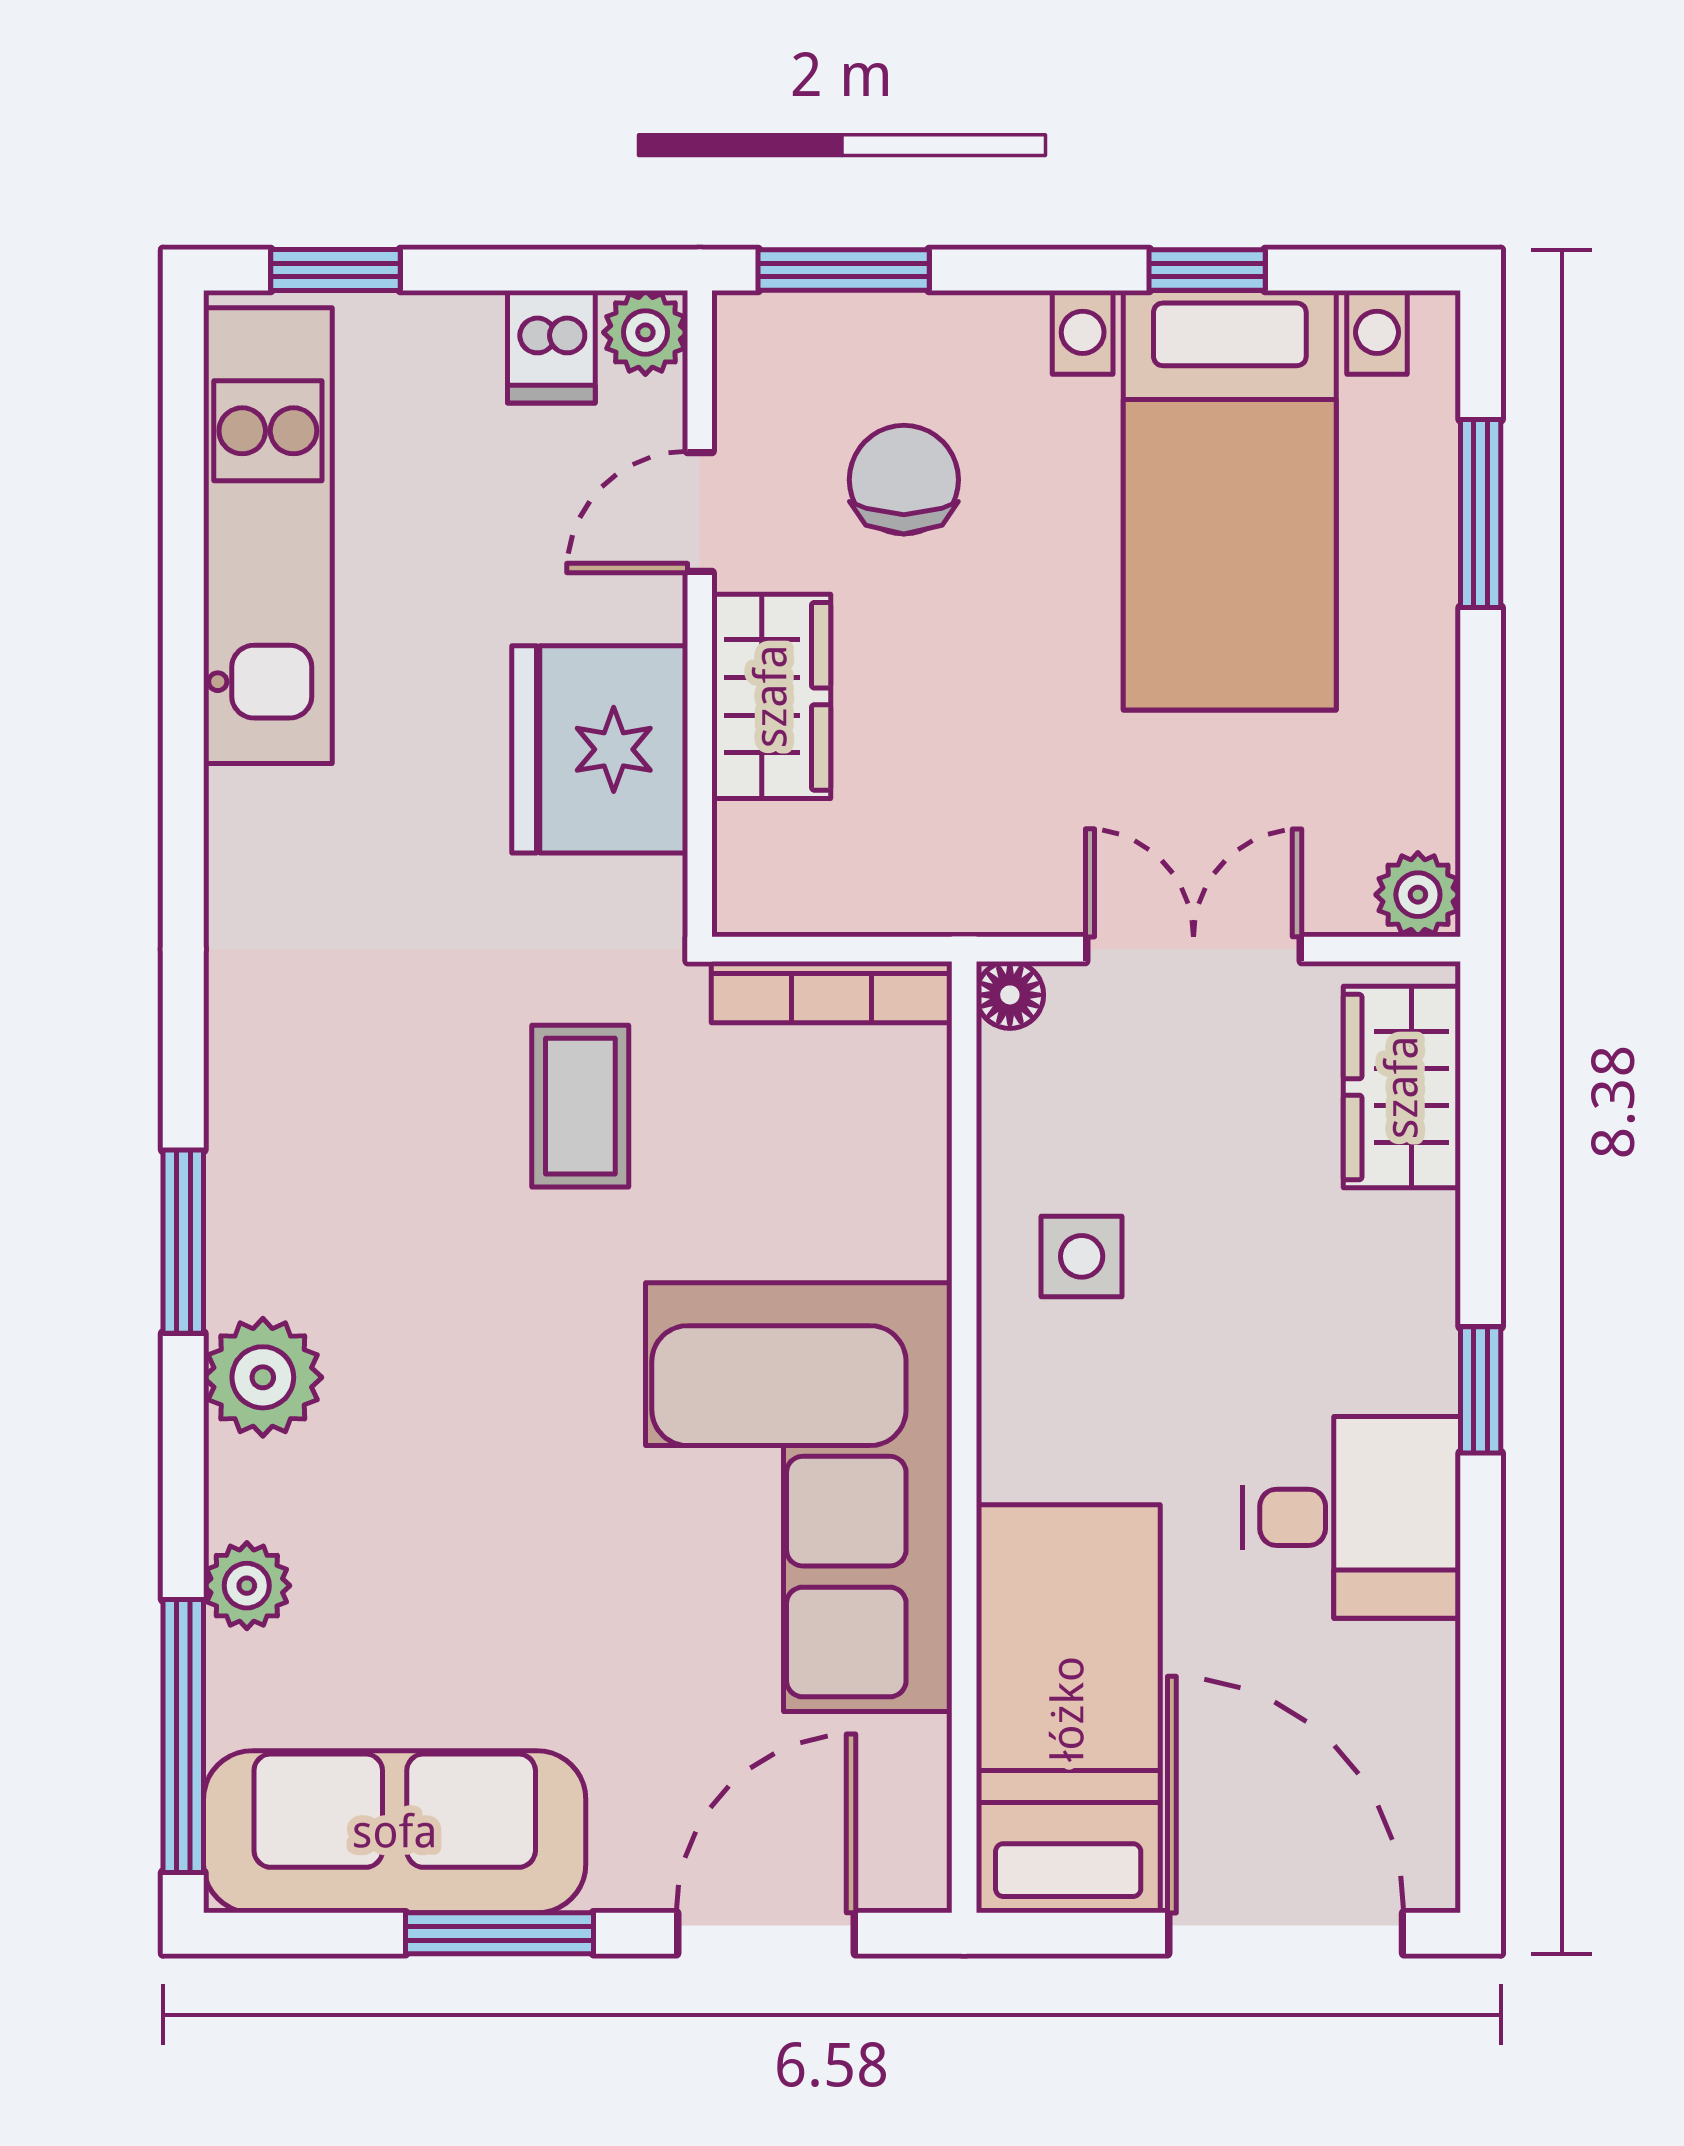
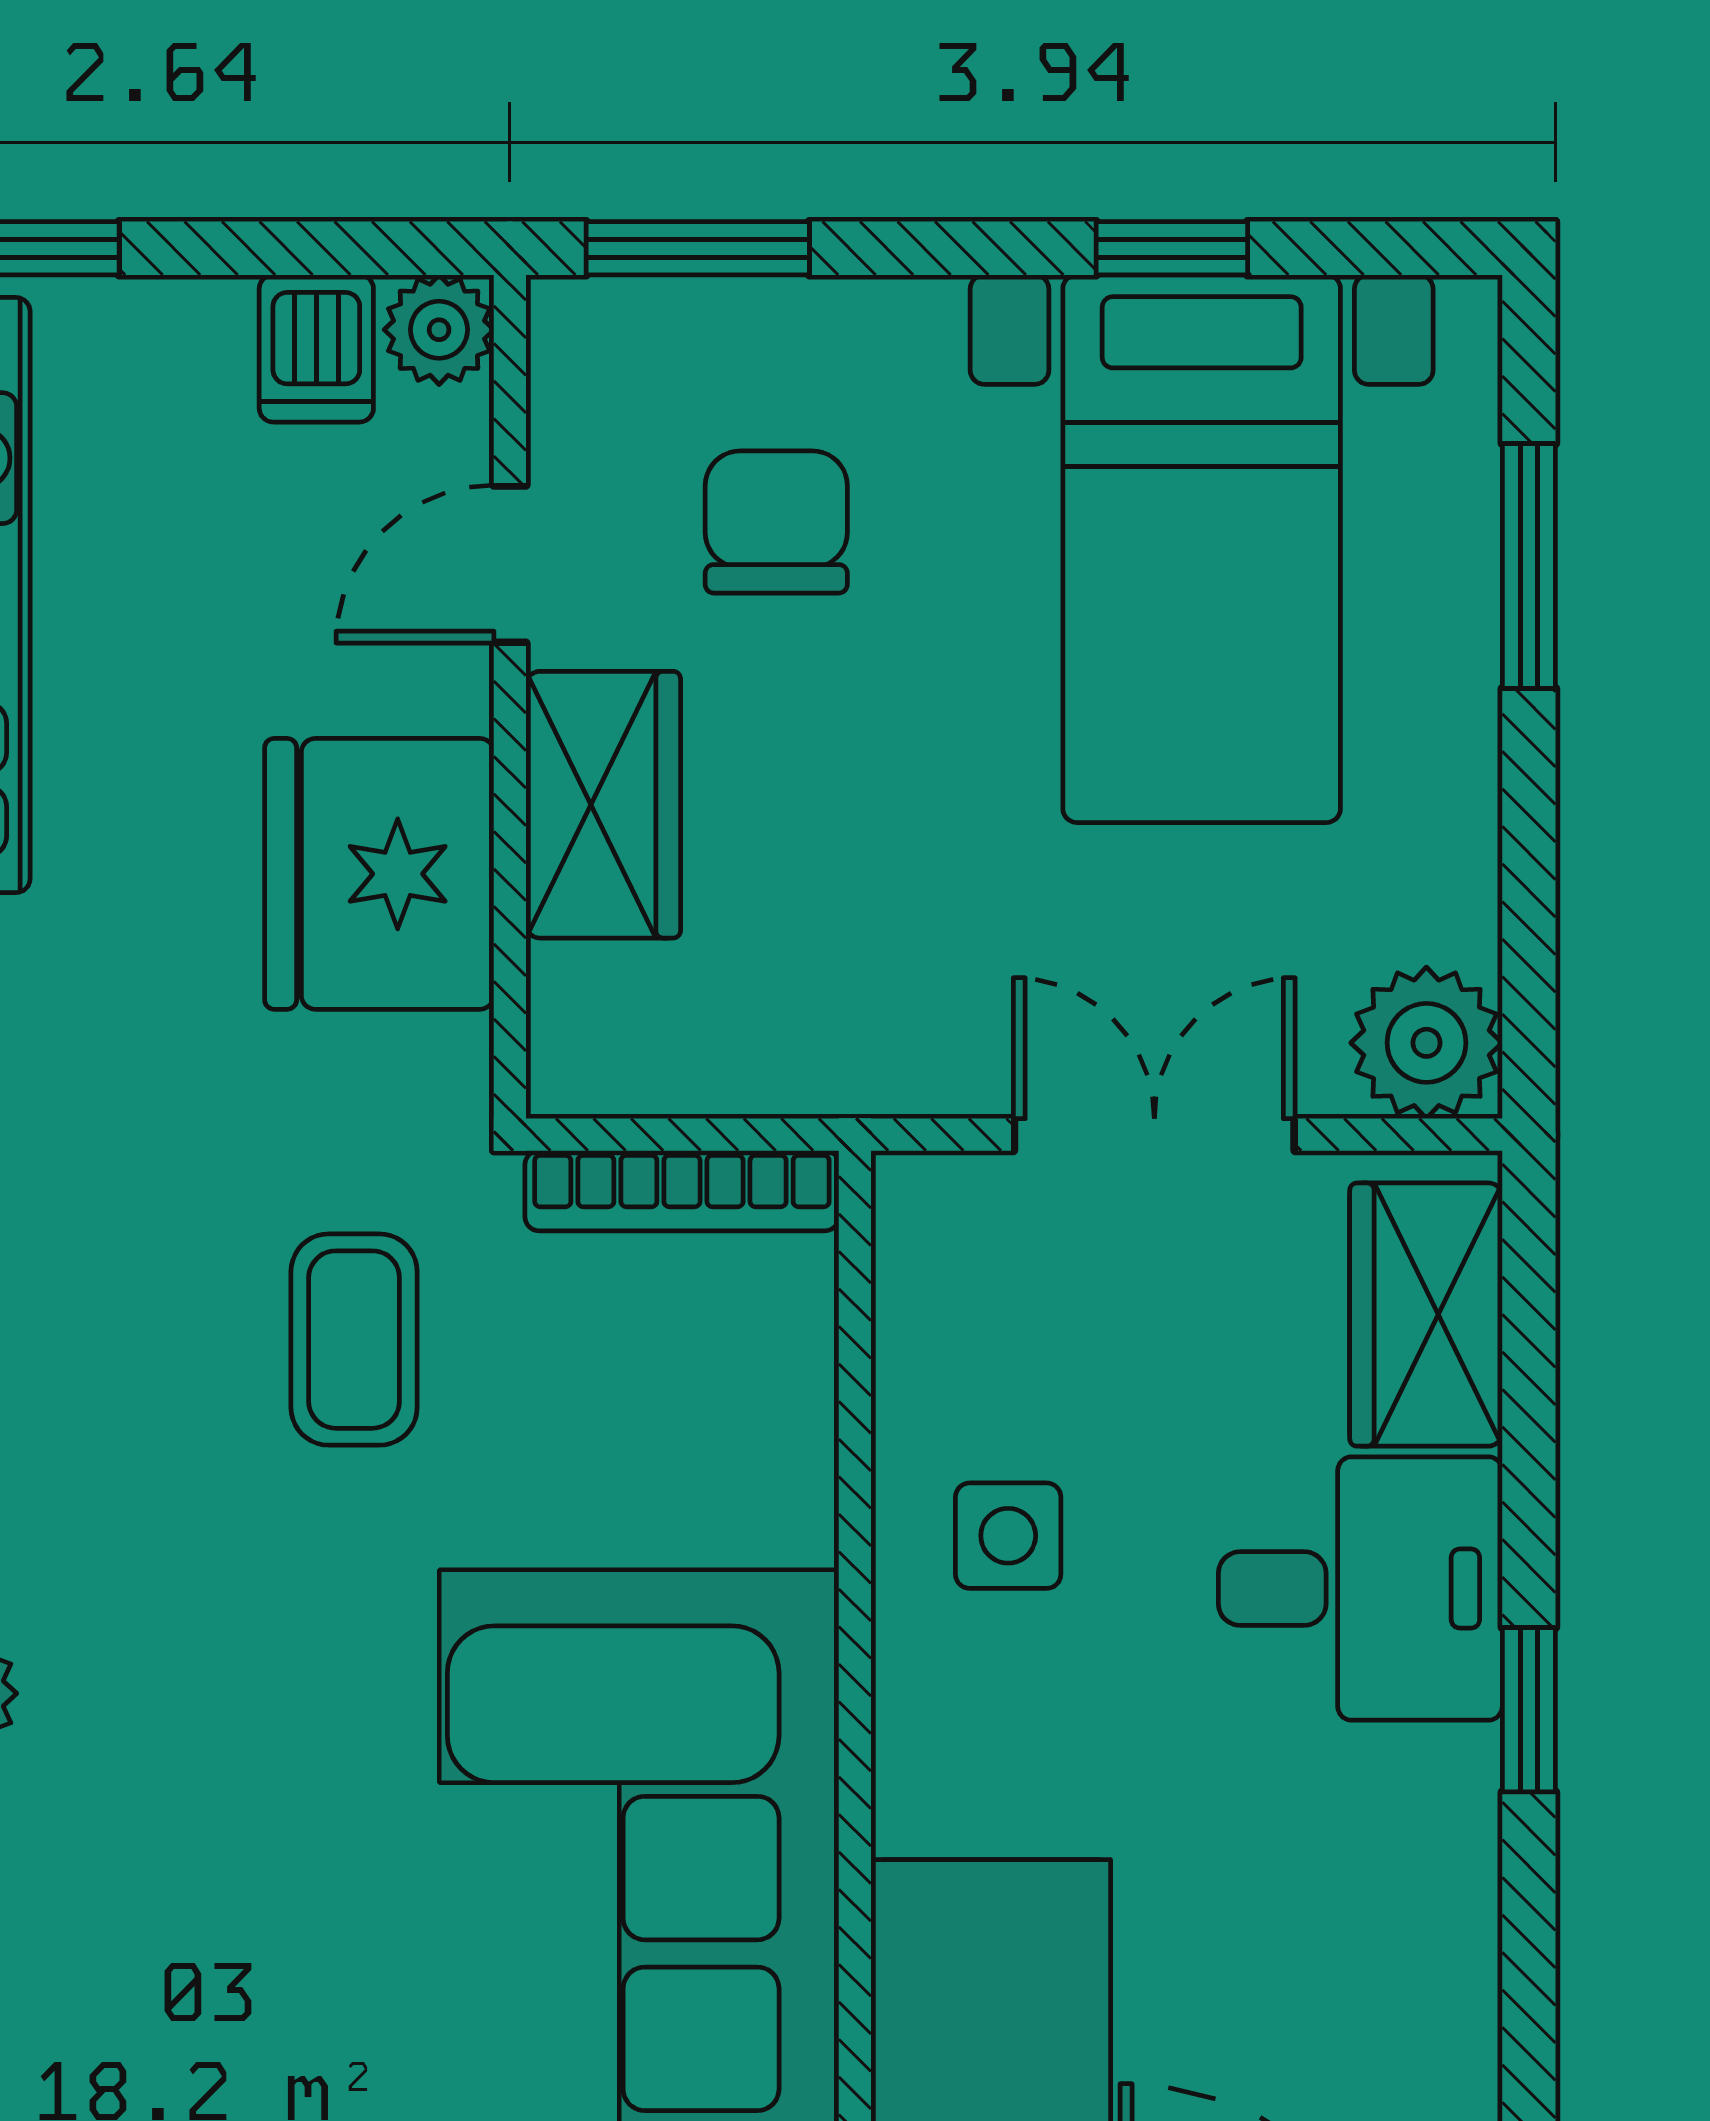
plant: (1418, 895) -> (1426, 1043), width x1.38, depth x1.38
floor lamp: (1010, 995) -> (915, 1194), removed
desk: (1351, 1517) -> (1360, 1589), moved

